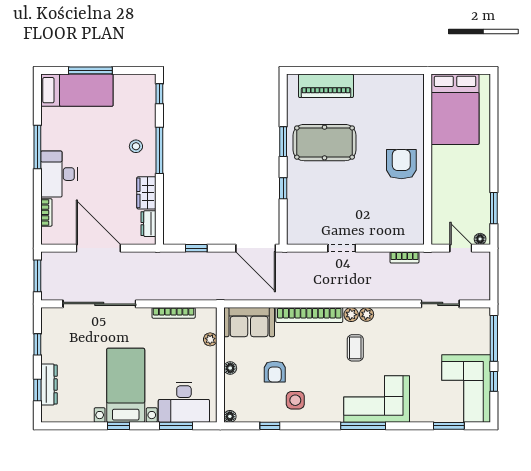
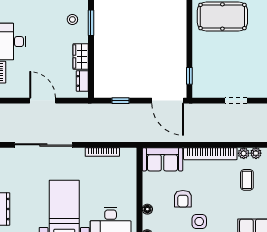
window: (283, 142) -> (189, 16), removed
window: (159, 150) -> (91, 23), width x0.69
window: (283, 188) -> (189, 76), moved
door: (98, 248) -> (43, 101), width x0.73
plant: (210, 339) -> (131, 173), removed
floor lamp: (230, 368) -> (147, 209), moved

